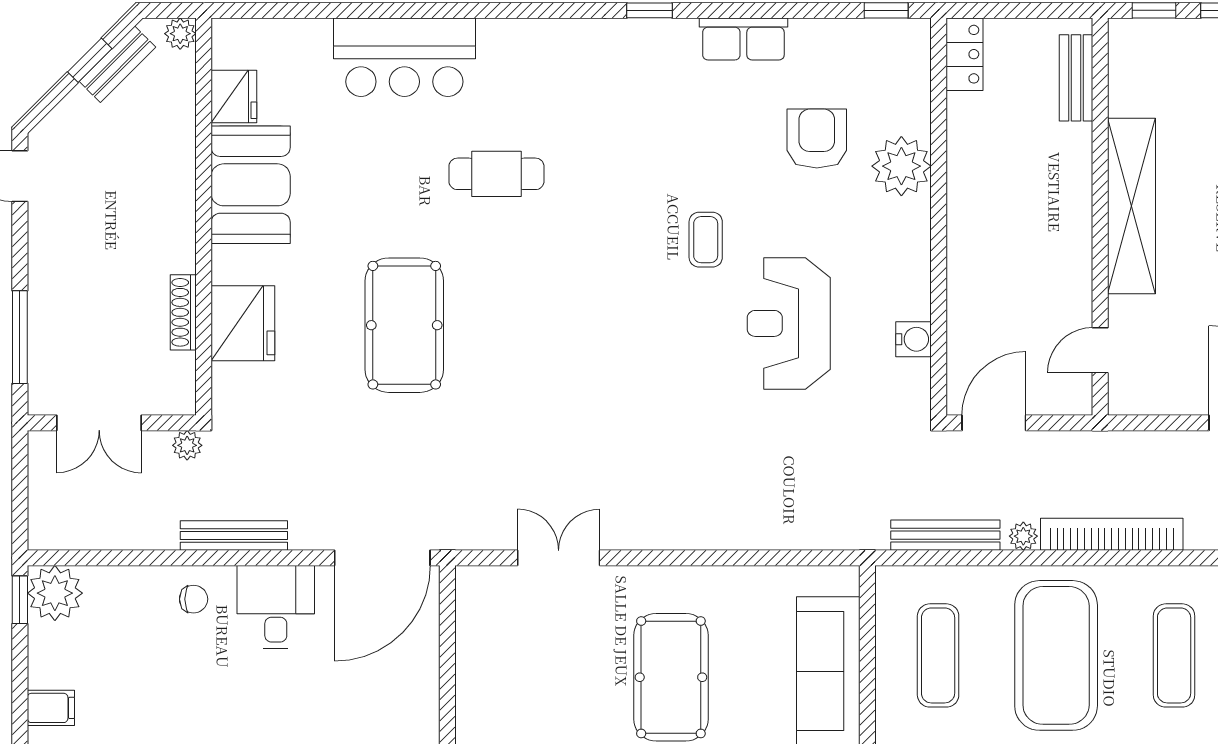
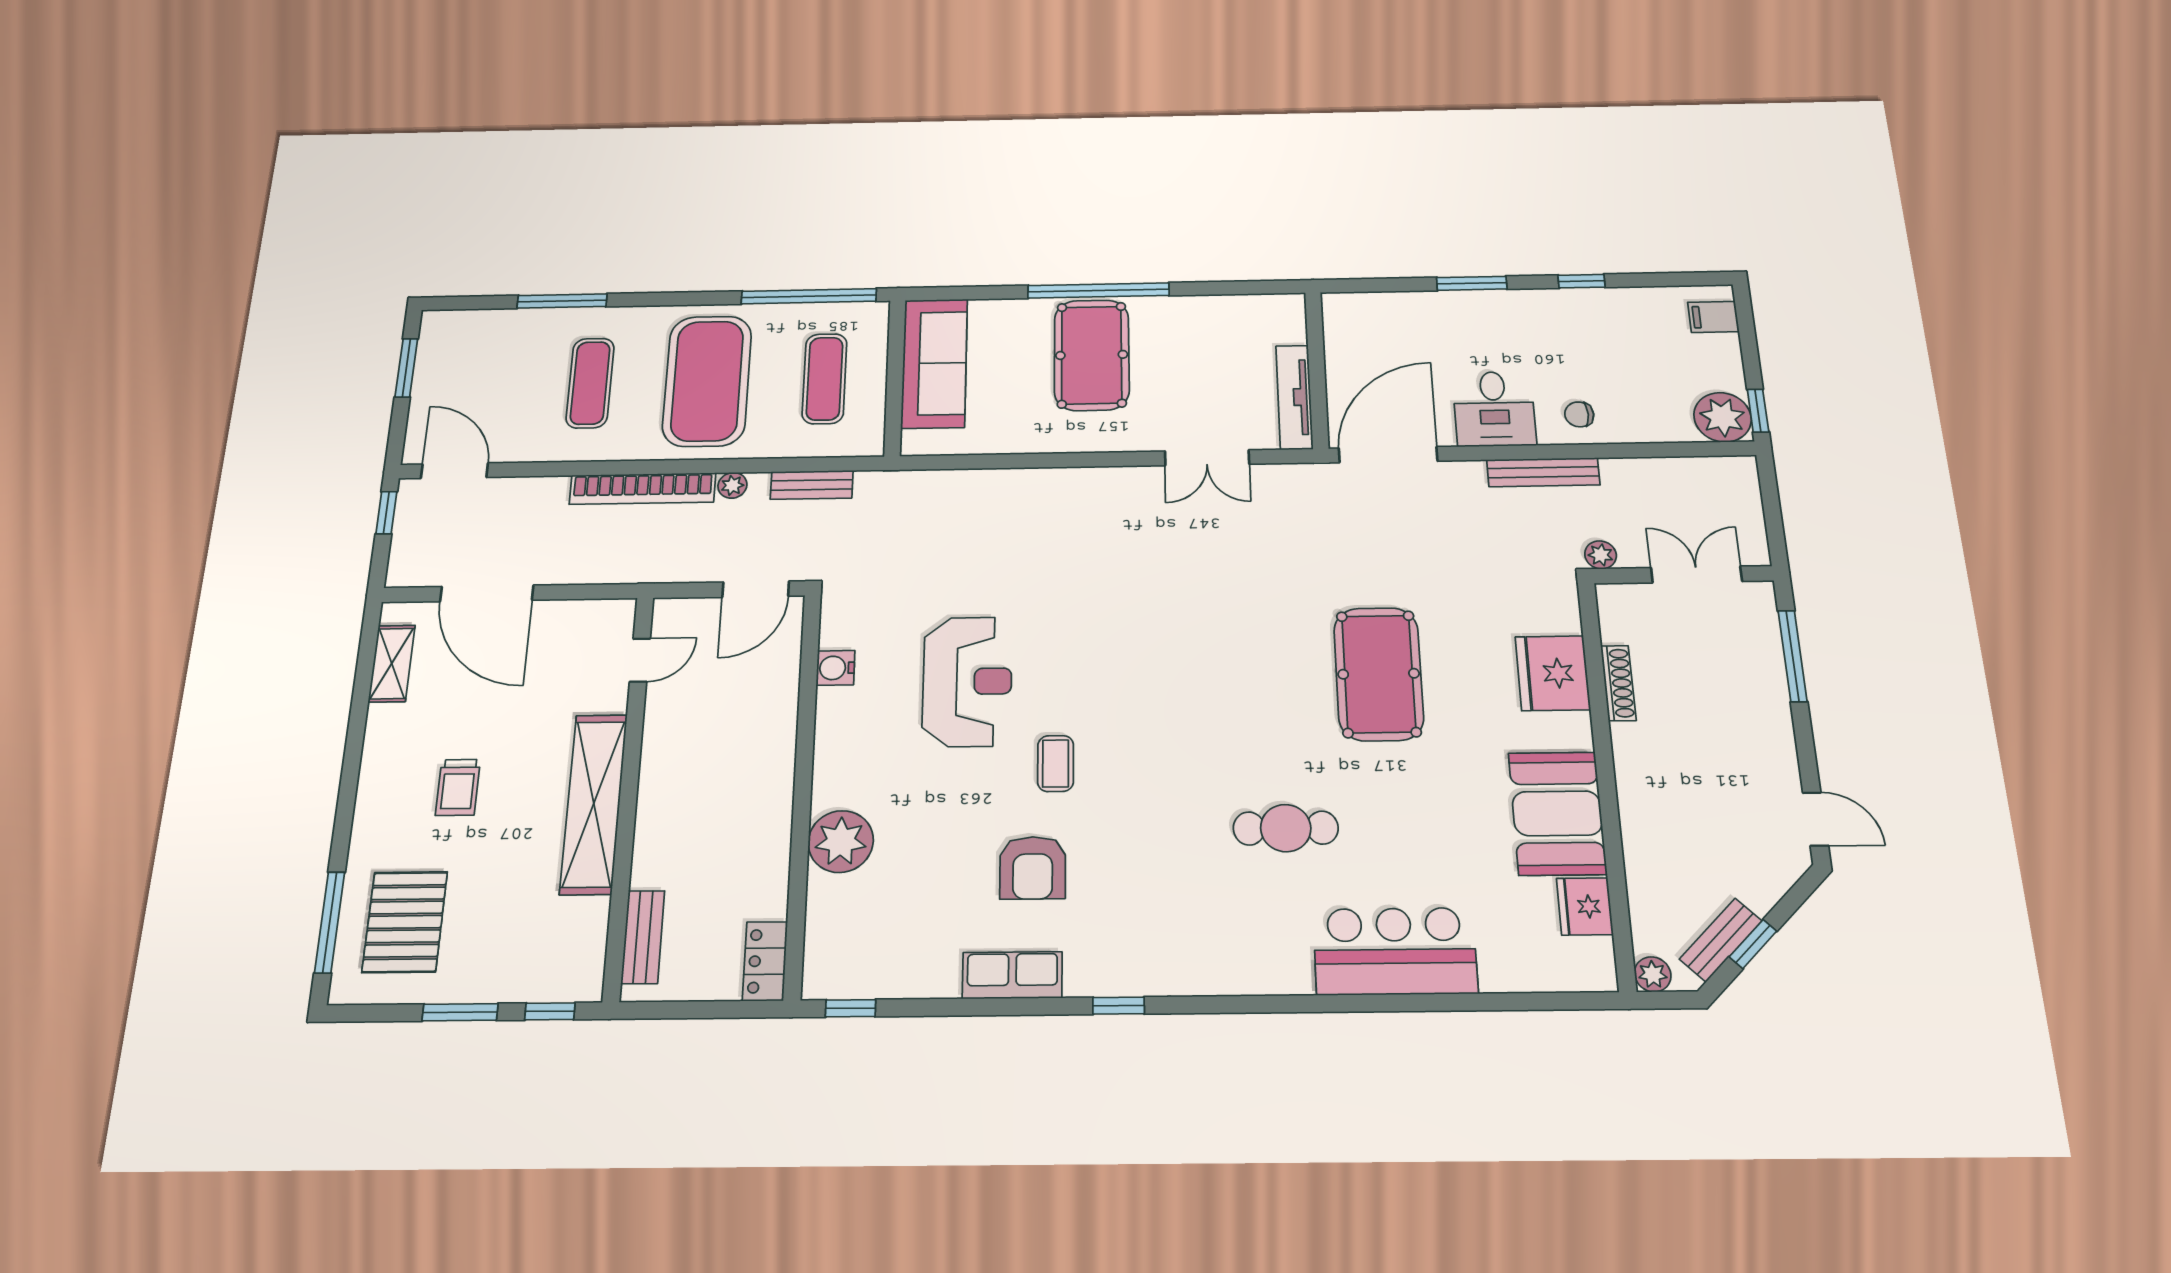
armchair: (817, 139) -> (1033, 868), moved
bench: (945, 535) -> (812, 485), width x0.73
tv unit: (471, 624) -> (1294, 397), added

